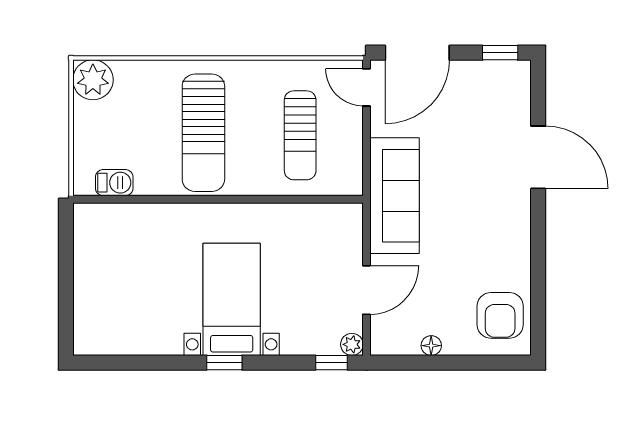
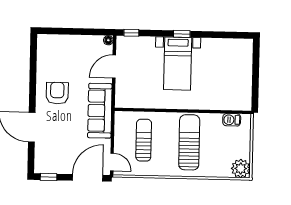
armchair: (500, 315) -> (57, 93), moved
plant: (352, 344) -> (122, 41), removed
floor lamp: (431, 346) -> (108, 40), moved

